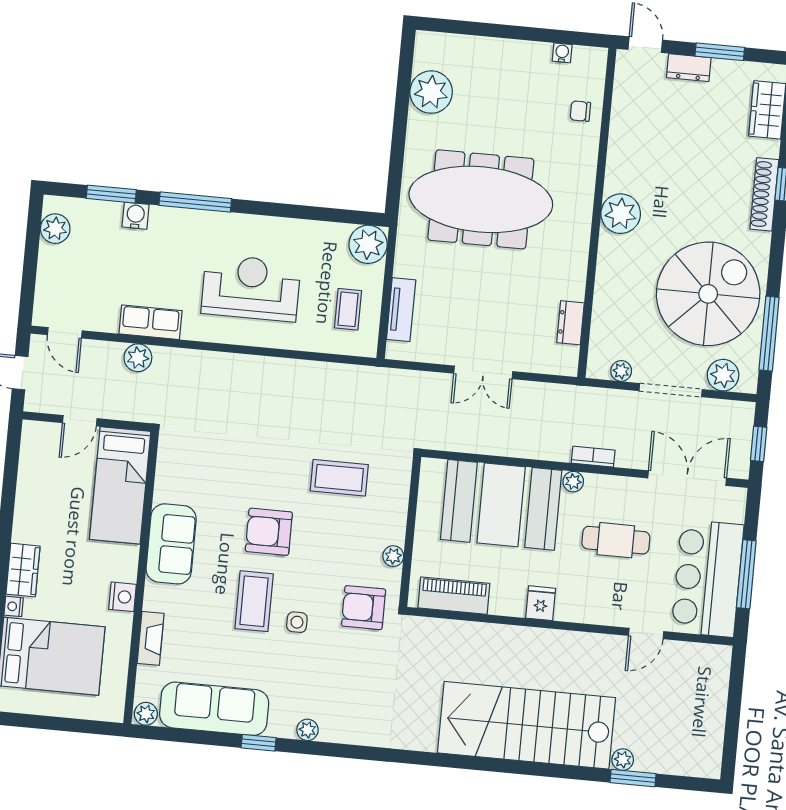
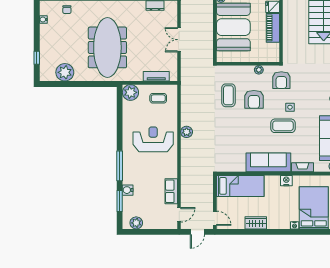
window: (472, 28) -> (37, 58), added
reception desk: (251, 288) -> (153, 139), turned 90
row of seats: (151, 322) -> (171, 191), moved
plant: (138, 358) -> (187, 132), moved
double door: (483, 372) -> (179, 40), swing flipped
door: (80, 421) -> (215, 218), moved
armchair: (269, 532) -> (254, 99), moved
sofa: (171, 544) -> (268, 162), width x1.36
wardrobe: (23, 570) -> (256, 223), moved
piano: (454, 596) -> (273, 28), moved

